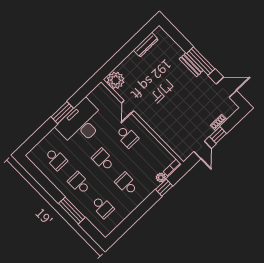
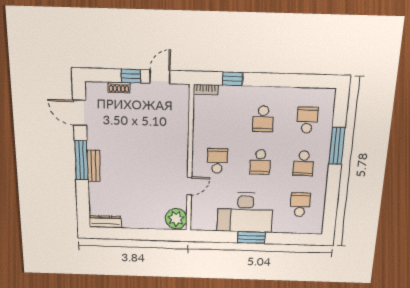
dresser: (146, 45) -> (105, 222), moved
plant: (161, 178) -> (226, 92), removed

